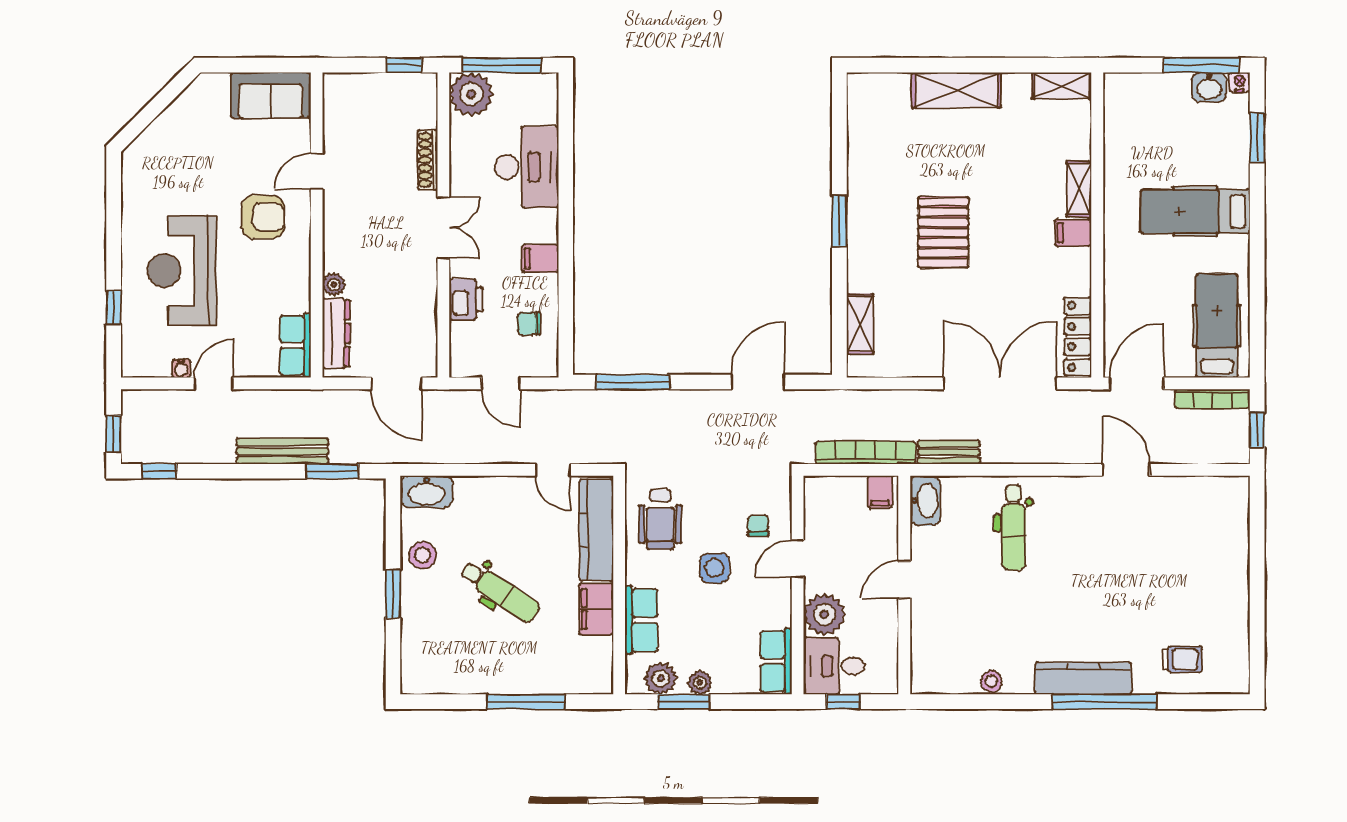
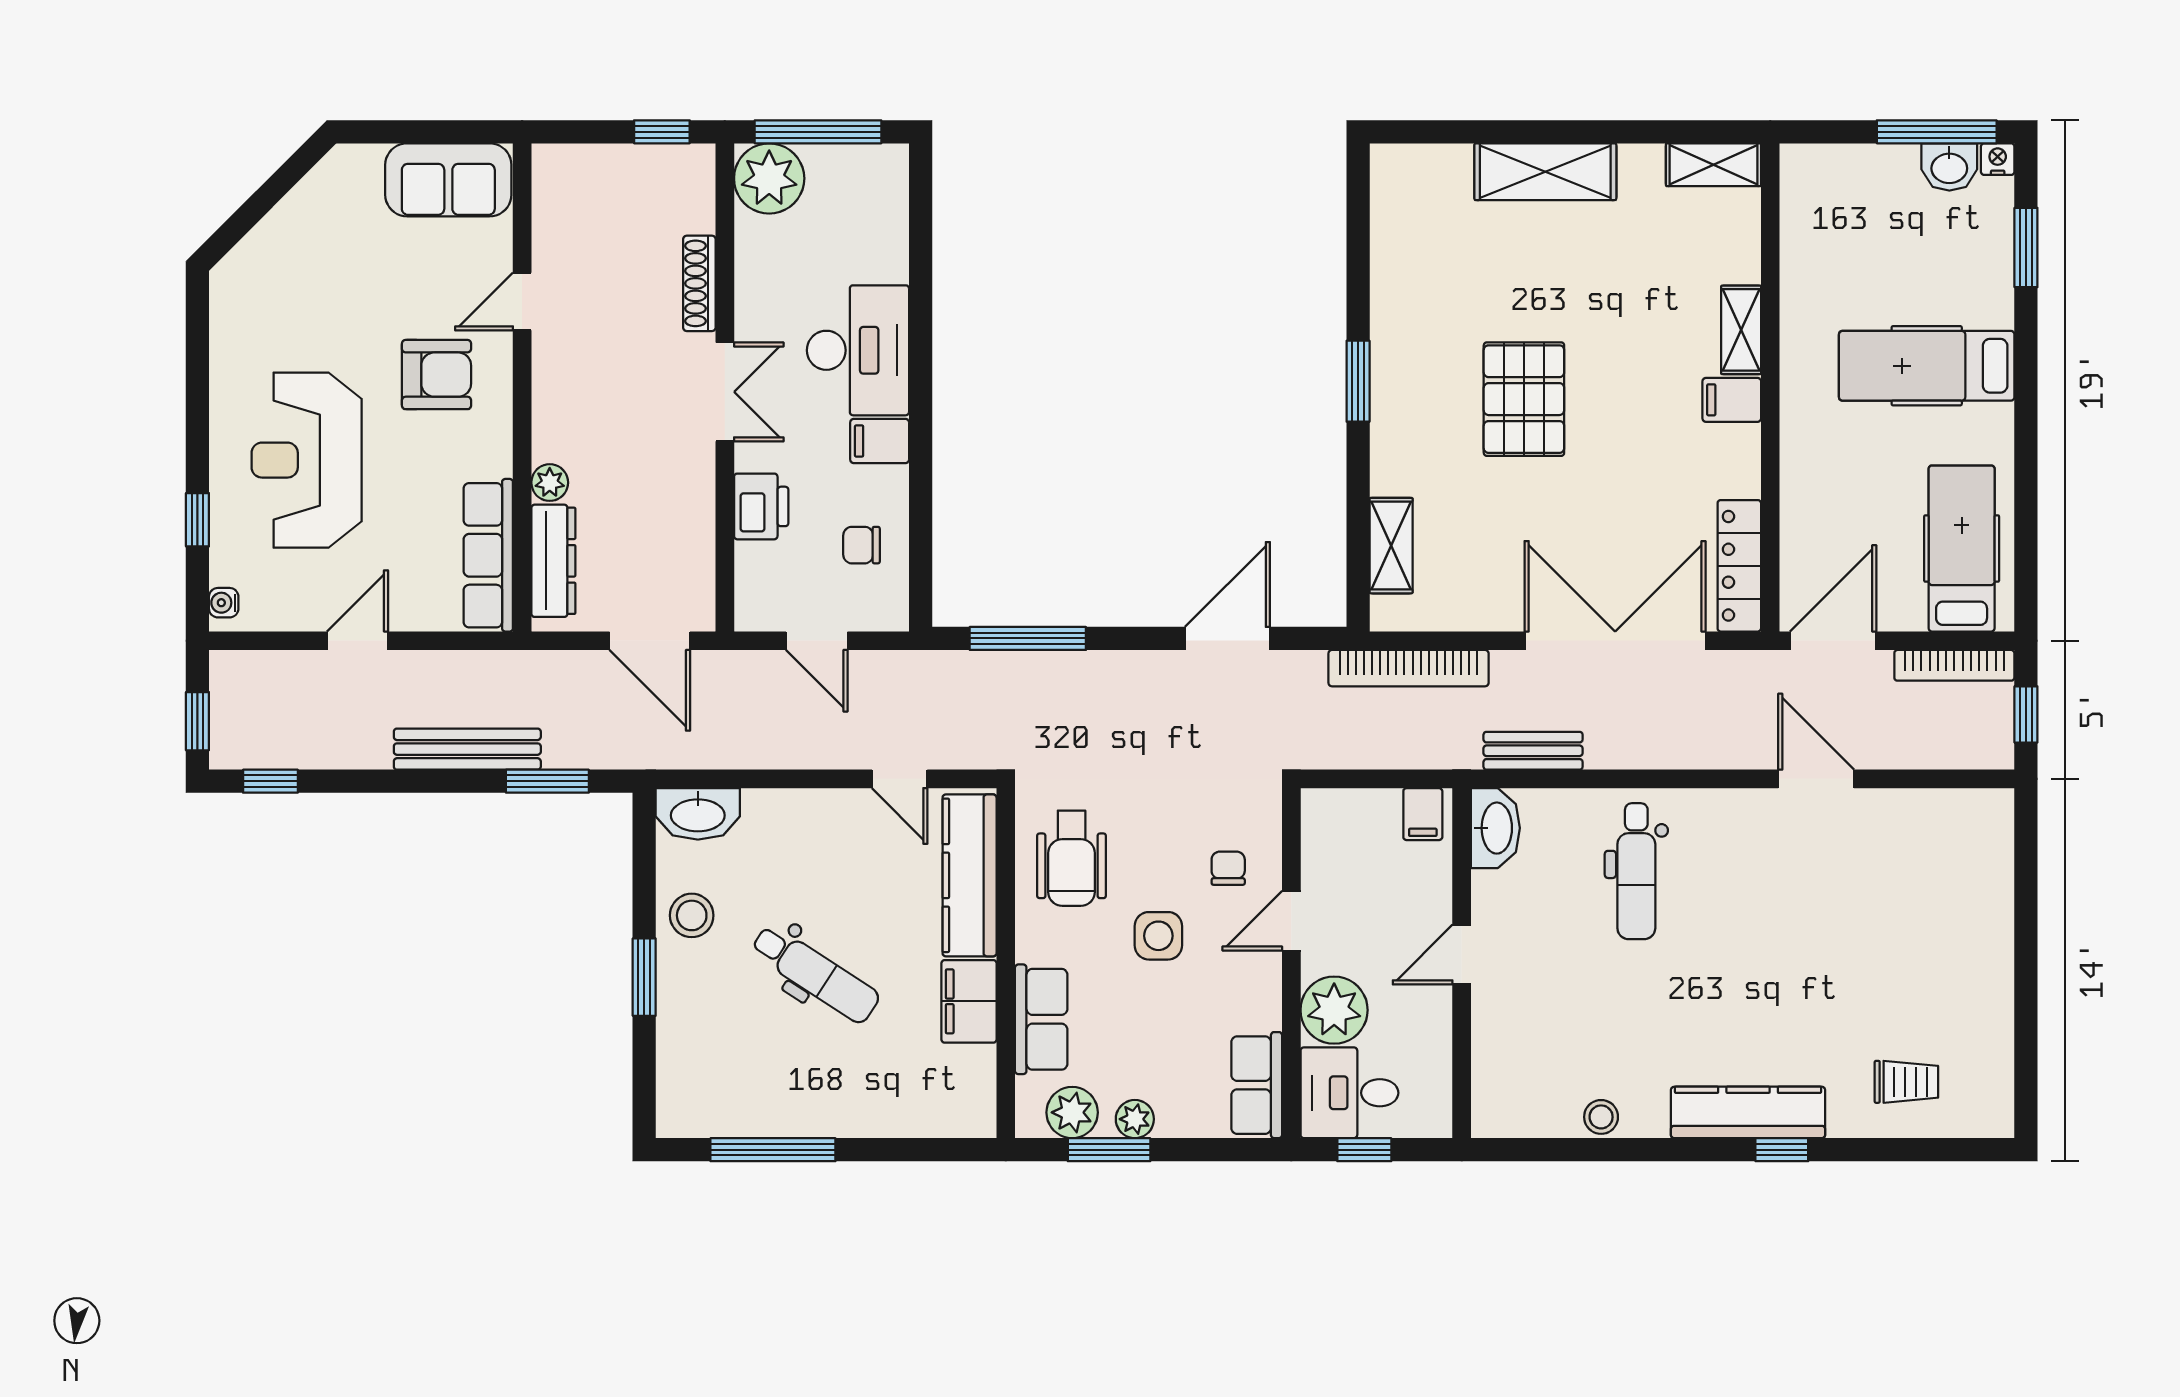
desk: (527, 167) -> (858, 350), moved
row of seats: (295, 345) -> (488, 555), width x1.48
water cooler: (181, 368) -> (224, 603), moved, turned 90
bookcase: (865, 453) -> (1409, 668), moved, turned 180
window: (526, 702) -> (773, 1150), moved
window: (1104, 702) -> (1782, 1150), width x0.32

